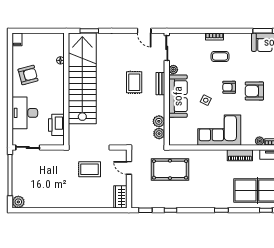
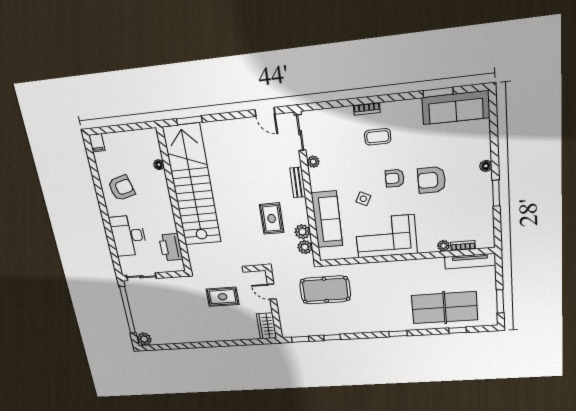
rug: (134, 82) -> (272, 218), moved
sofa: (178, 96) -> (327, 219), moved
piano: (240, 155) -> (417, 266), removed

